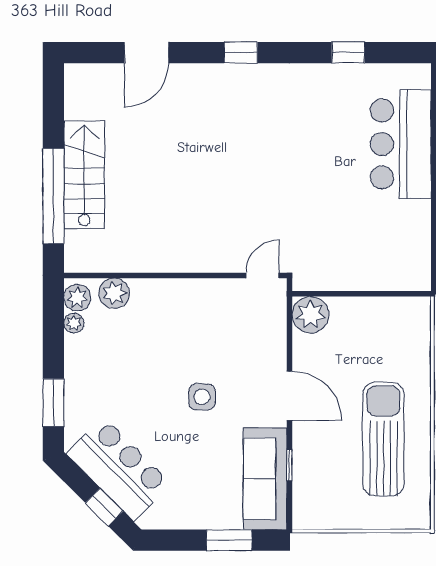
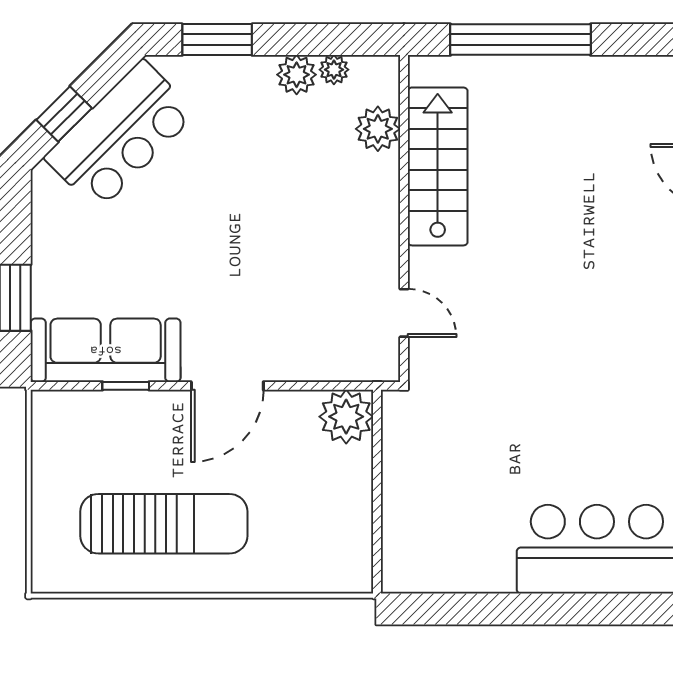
stairs: (84, 175) -> (438, 166), moved, turned -90
door: (263, 275) -> (404, 313), moved
plant: (77, 298) -> (297, 75), moved
side table: (202, 397) -> (226, 258), removed

